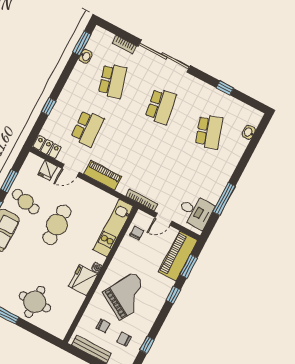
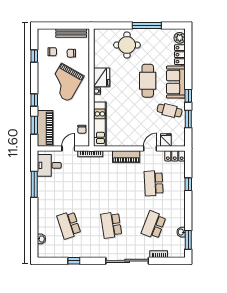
school desk: (112, 81) -> (154, 225), turned 36
cafe table: (57, 225) -> (148, 81), moved

